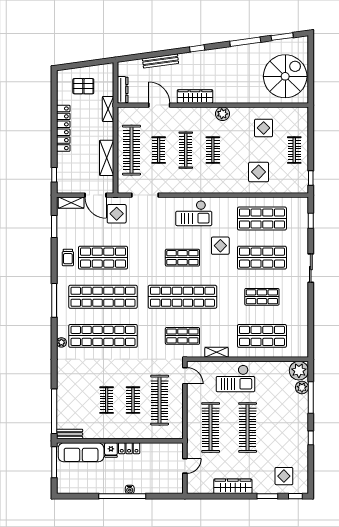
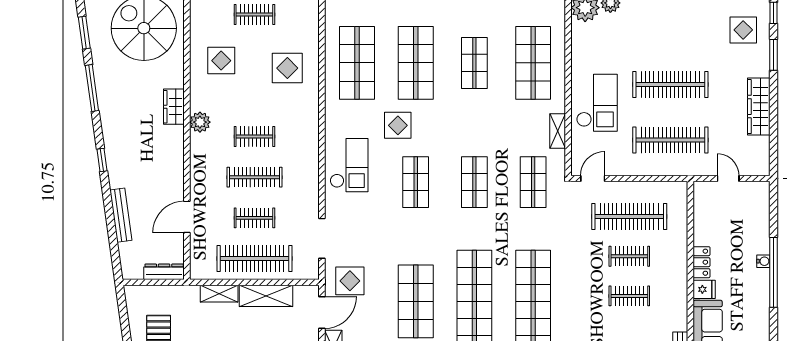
wardrobe: (195, 96) -> (174, 107), moved, width x0.67
shelving: (108, 109) -> (219, 294), moved
shop shelf: (182, 297) -> (474, 182), width x0.50, depth x0.74

